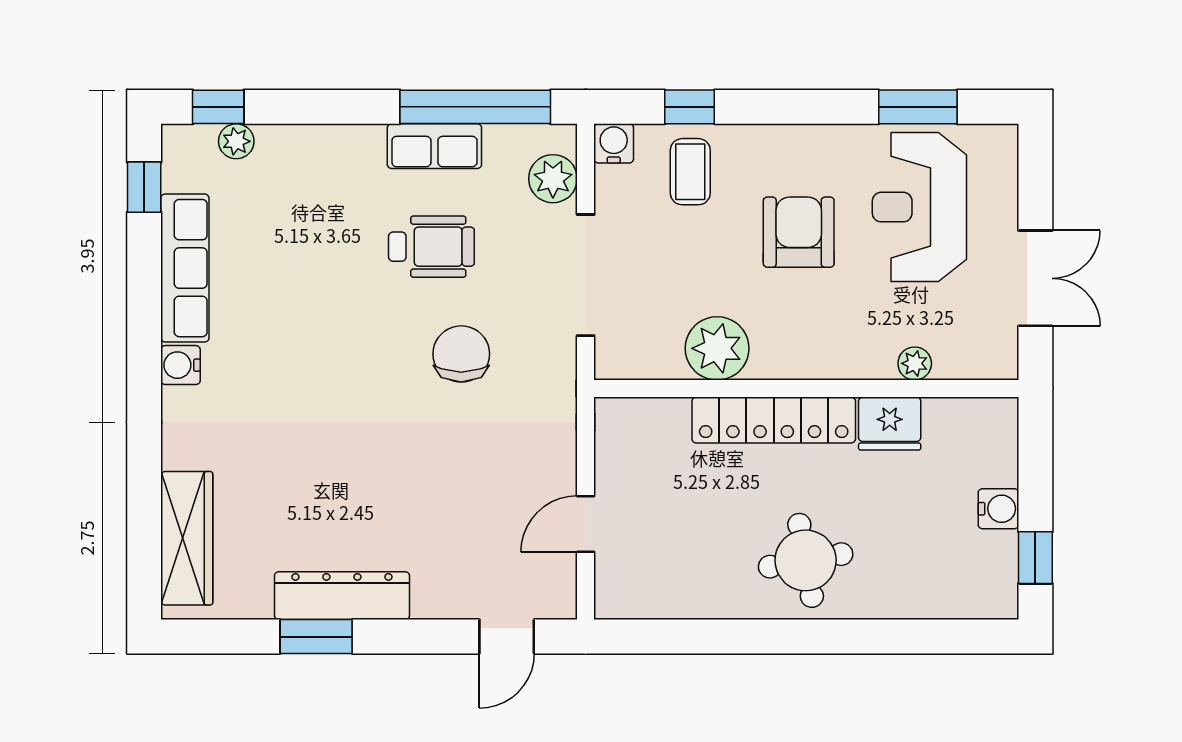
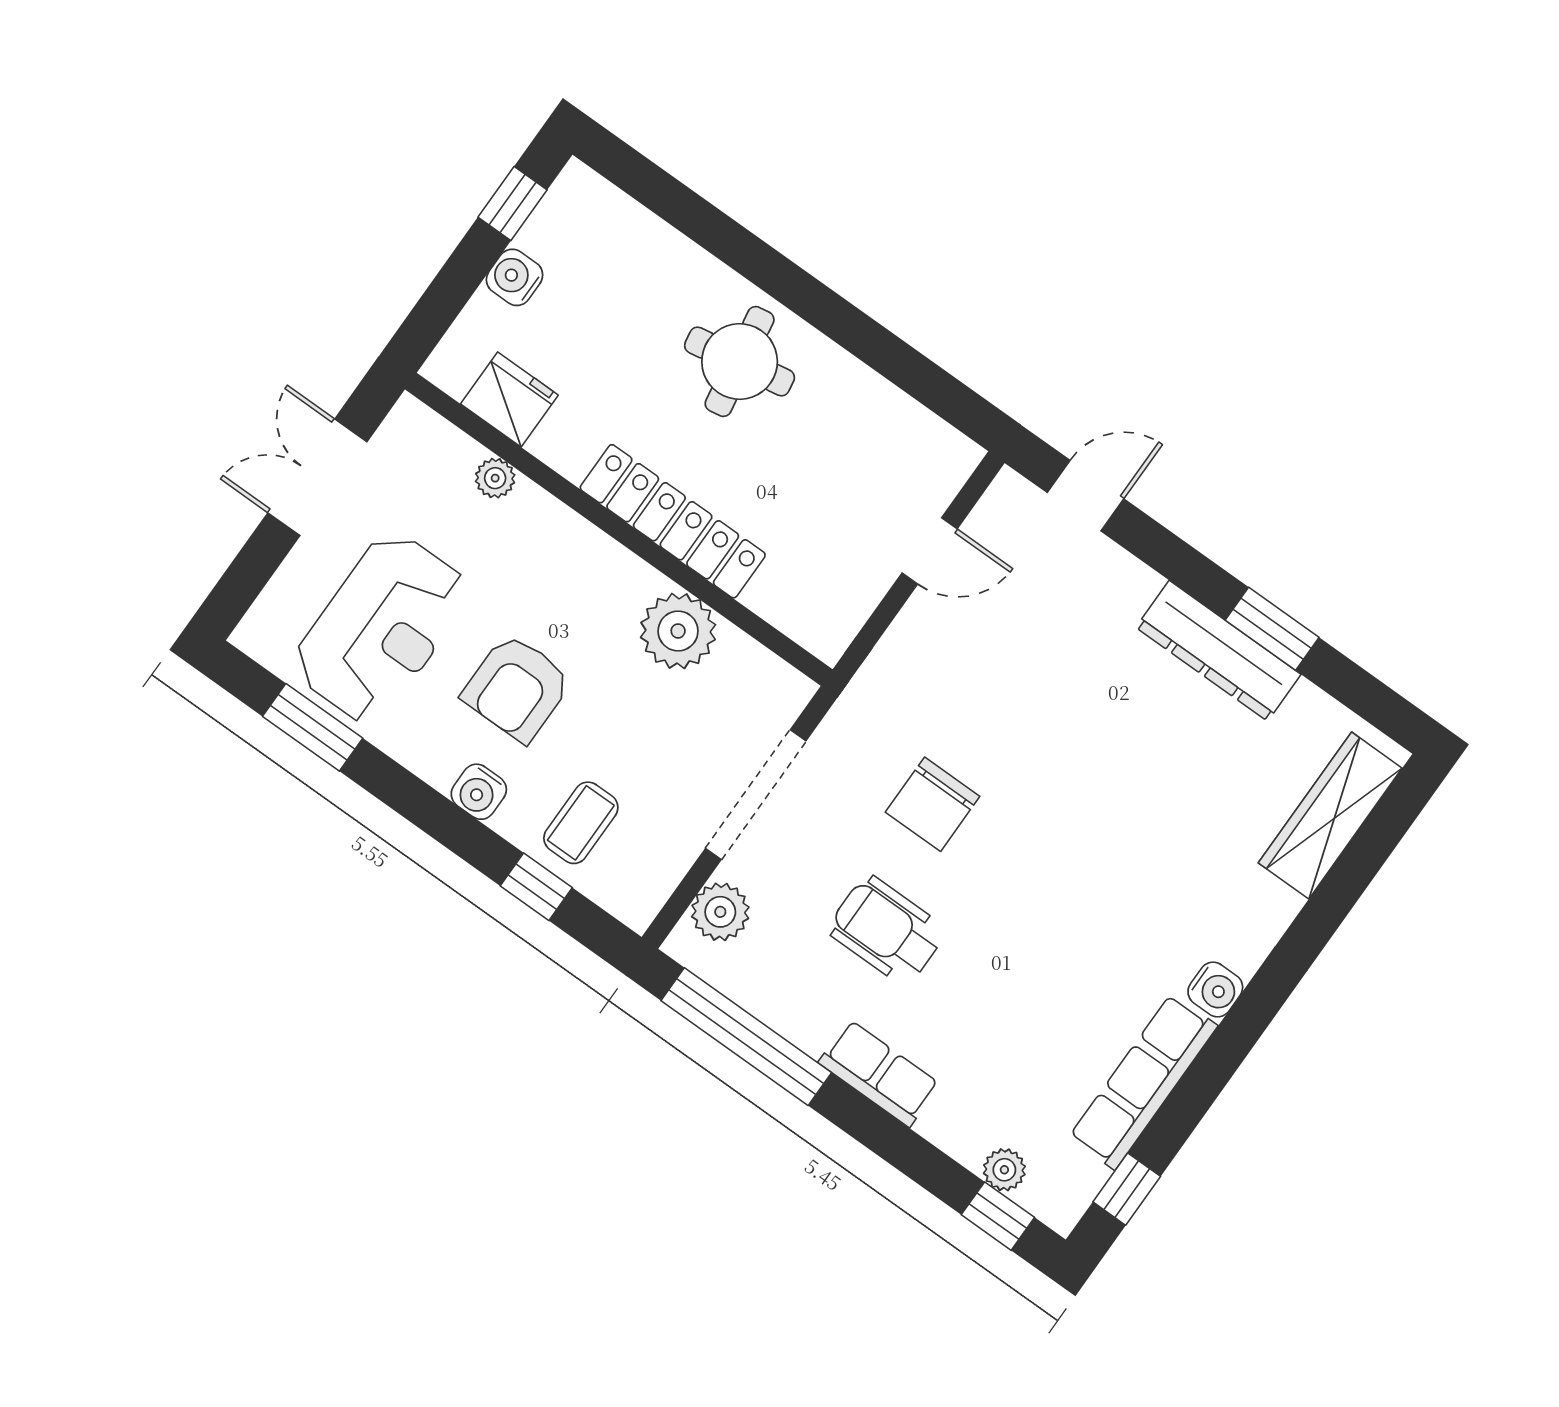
water cooler: (614, 143) -> (479, 792), moved
row of seats: (434, 146) -> (879, 1073), moved
fridge: (890, 424) -> (509, 399), moved

